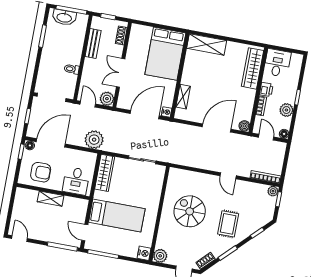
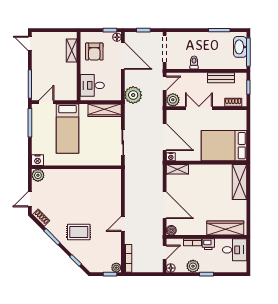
shelving: (183, 97) -> (177, 169), moved
shelving: (51, 199) -> (72, 51), moved
spiral stairs: (190, 211) -> (84, 195), removed
door: (19, 239) -> (30, 43), swing flipped

